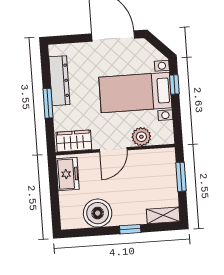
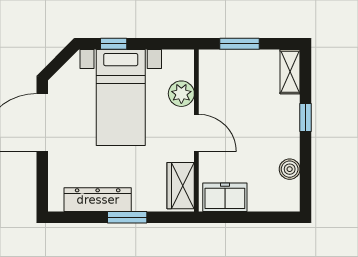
boiler: (98, 213) -> (290, 169), width x0.54, depth x0.54

